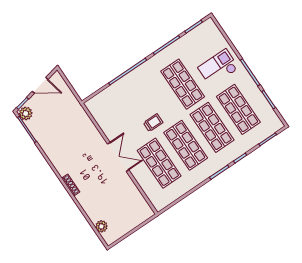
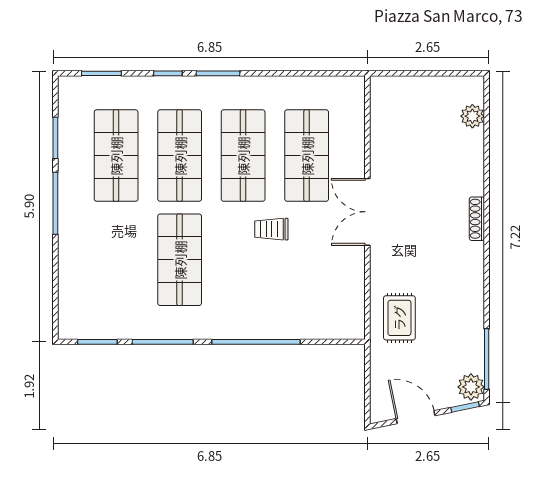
checkout: (218, 68) -> (102, 246), removed
rug: (75, 122) -> (399, 318), added

